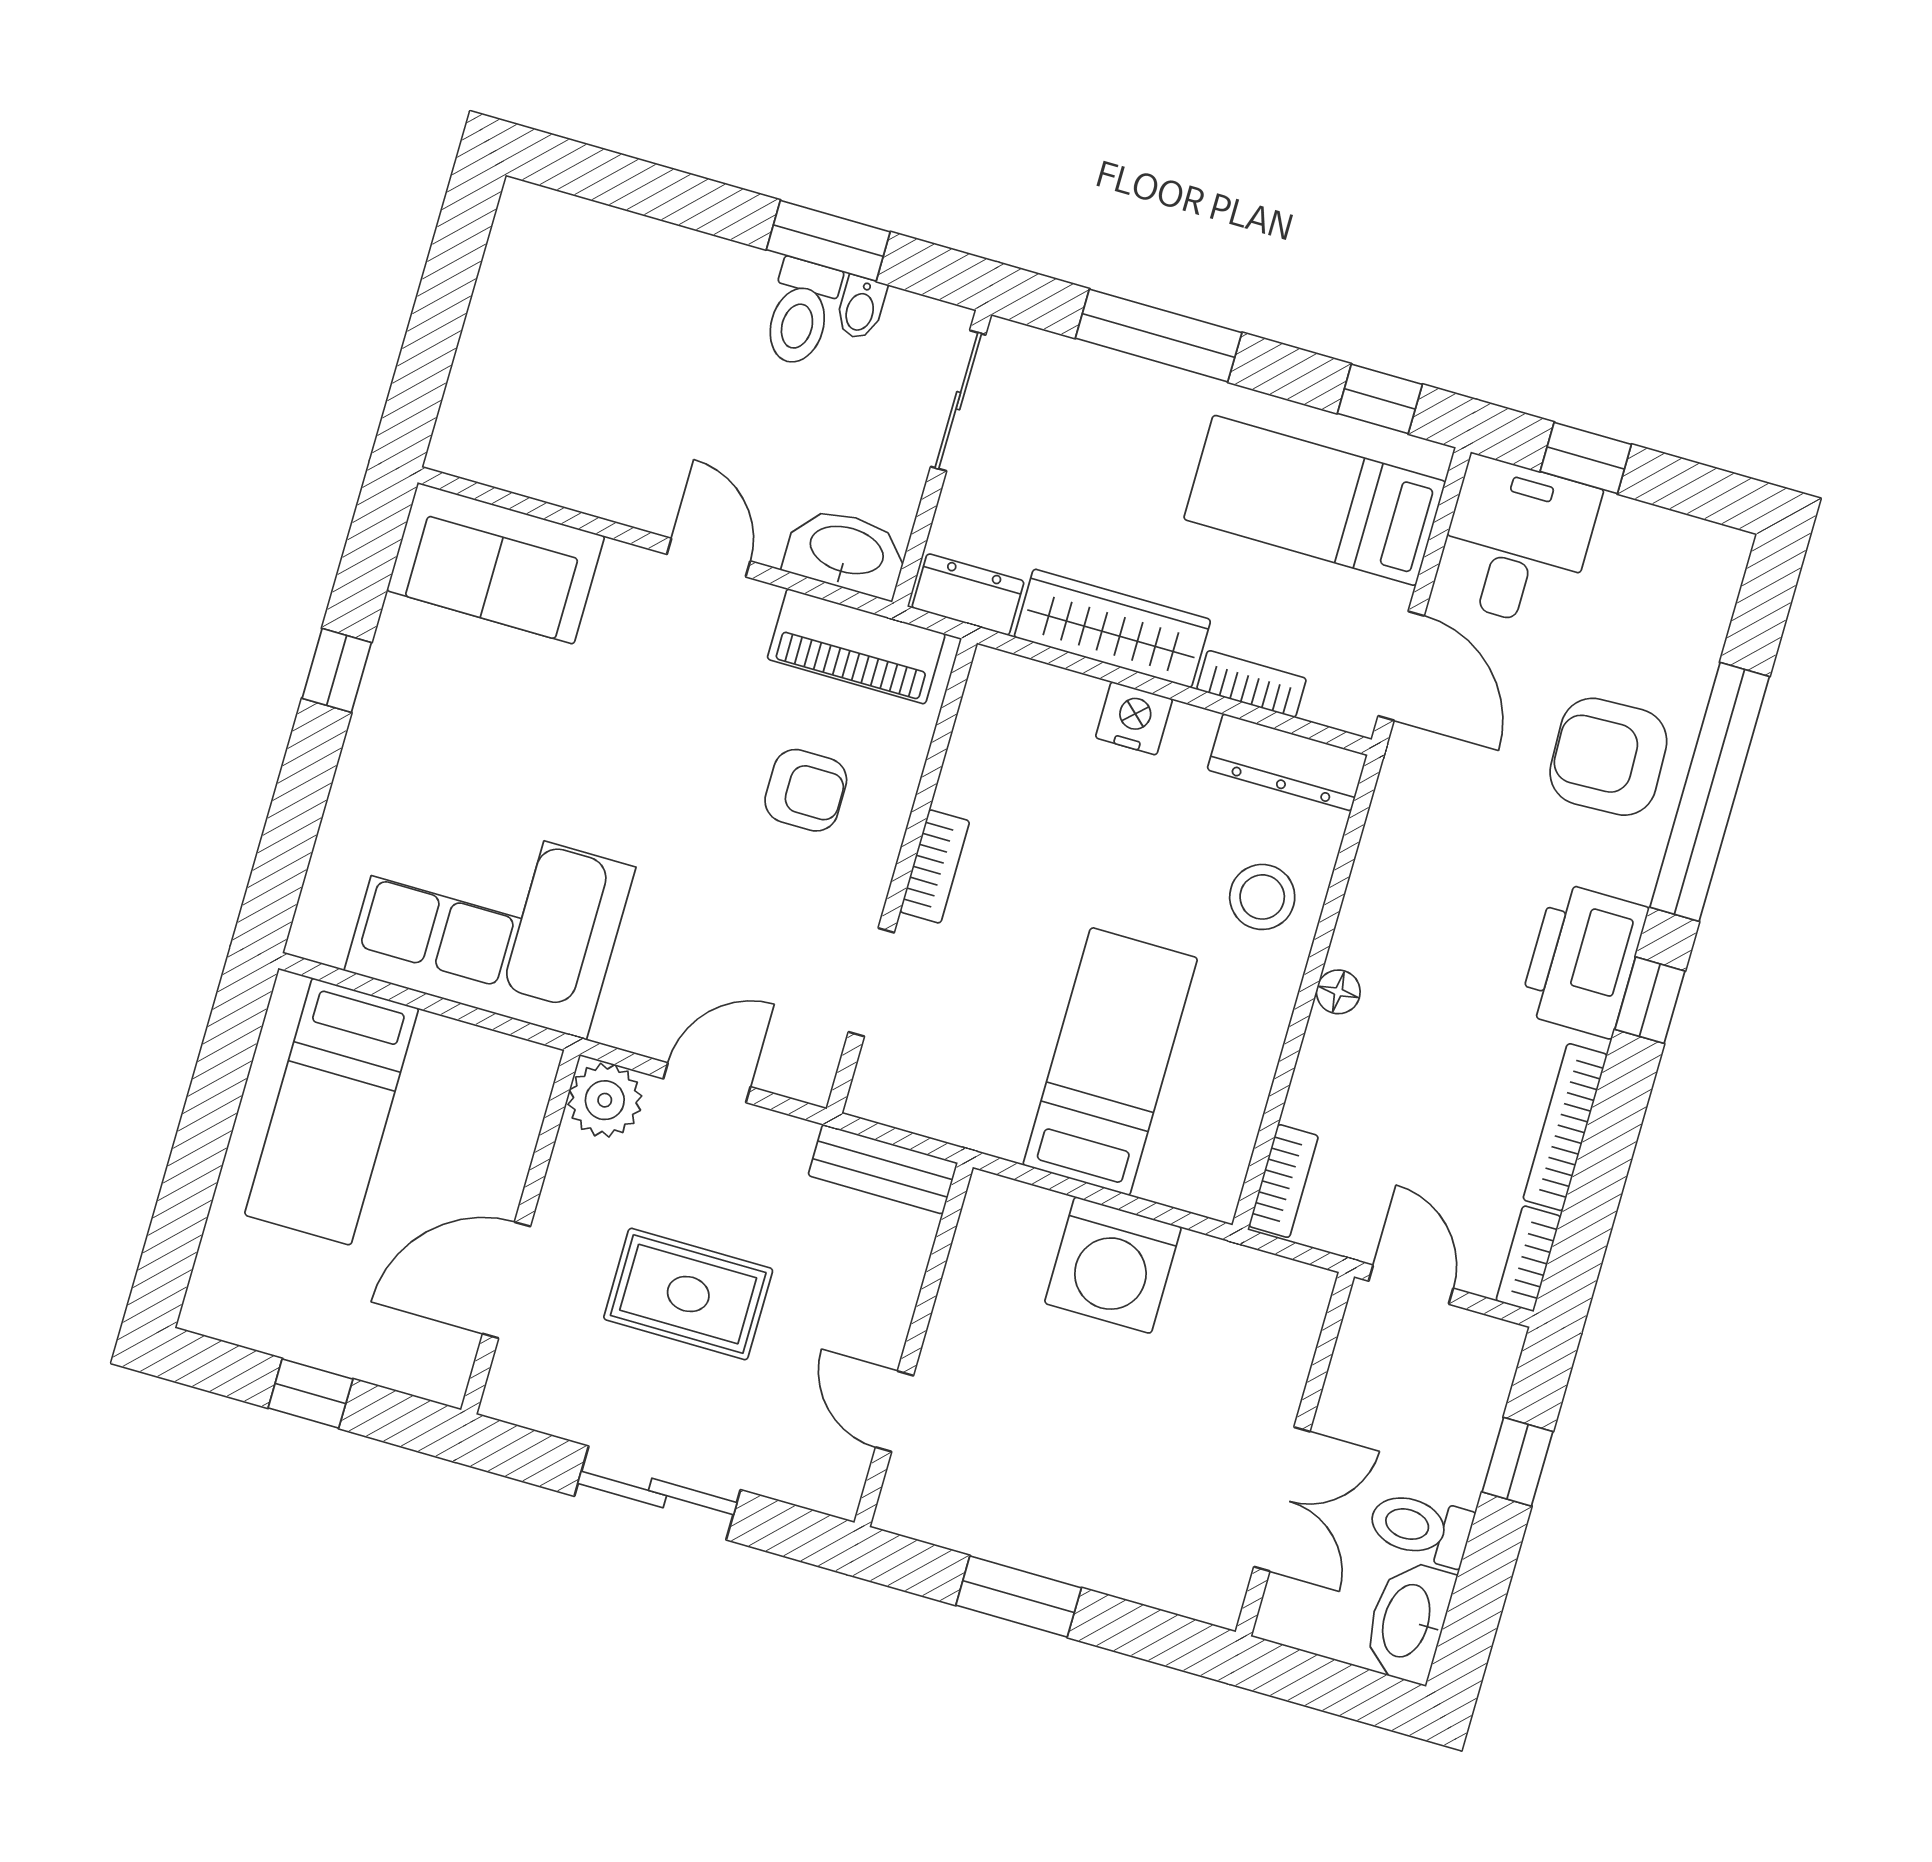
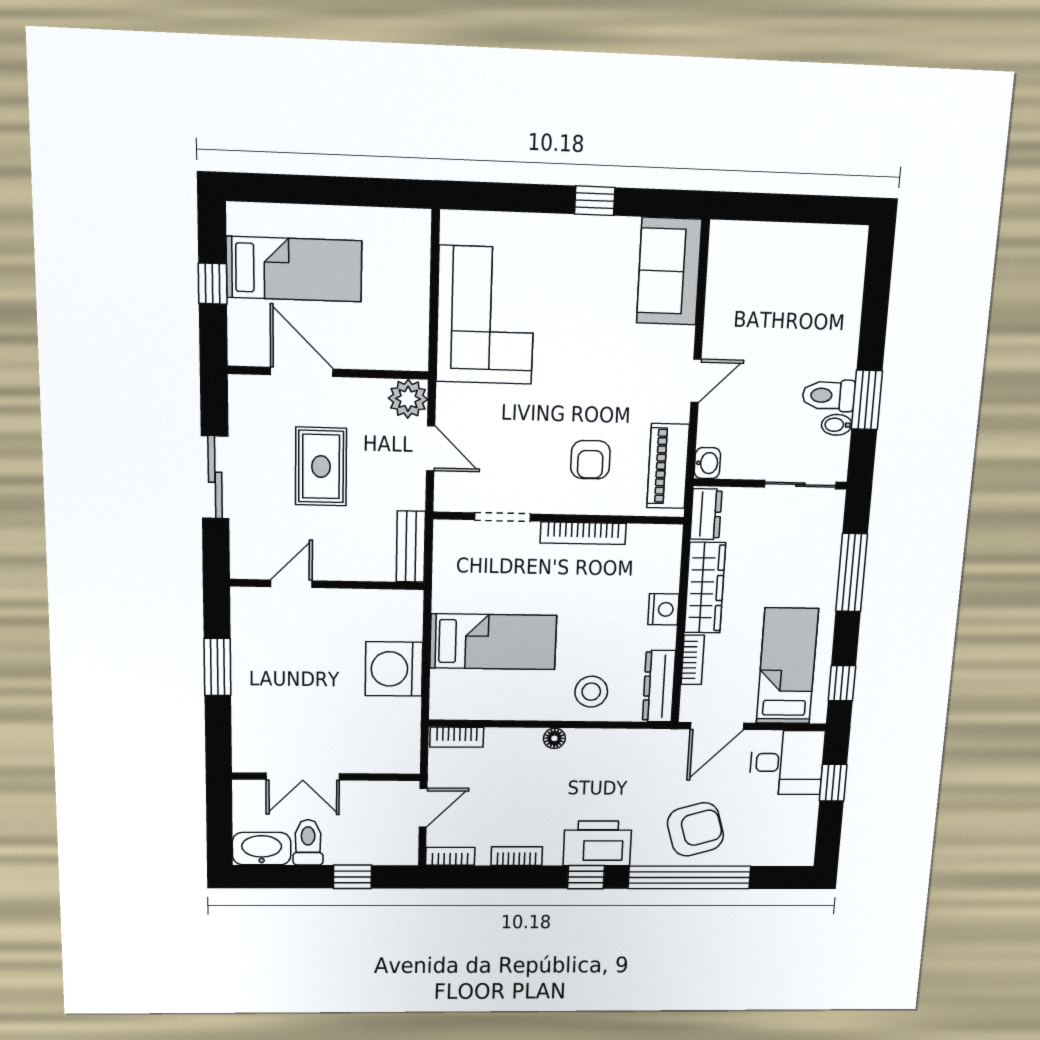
washbasin: (846, 552) -> (707, 463), width x0.52, depth x0.69
armchair: (1608, 757) -> (695, 829), turned 76
bookcase: (935, 866) -> (583, 533), width x1.56
bed: (332, 1112) -> (294, 269), moved, turned 180
bookcase: (1565, 1127) -> (517, 856), width x0.64

